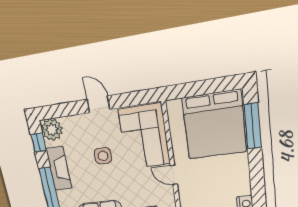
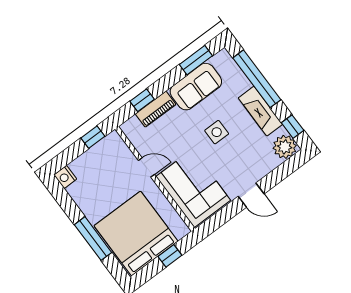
window: (196, 89) -> (170, 256), added
window: (253, 126) -> (93, 239), moved
side table: (103, 156) -> (217, 132), moved

